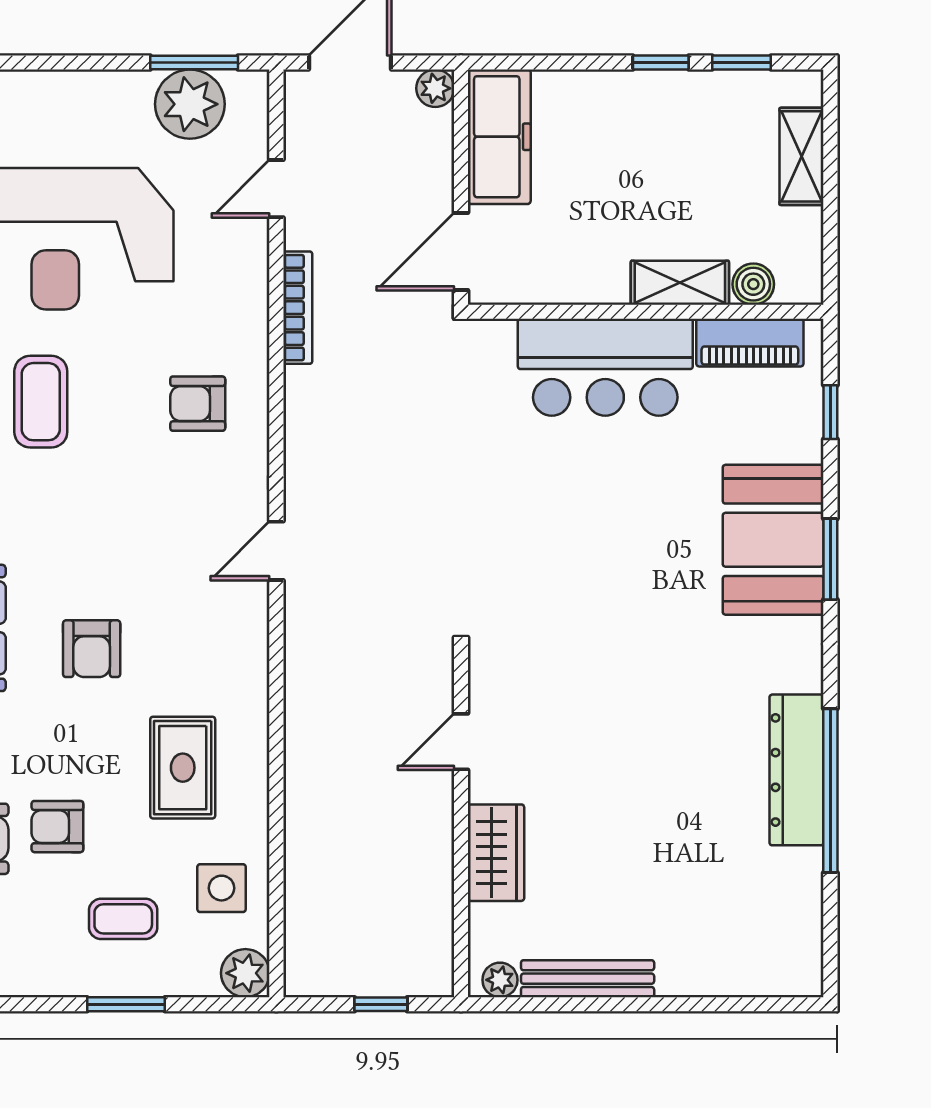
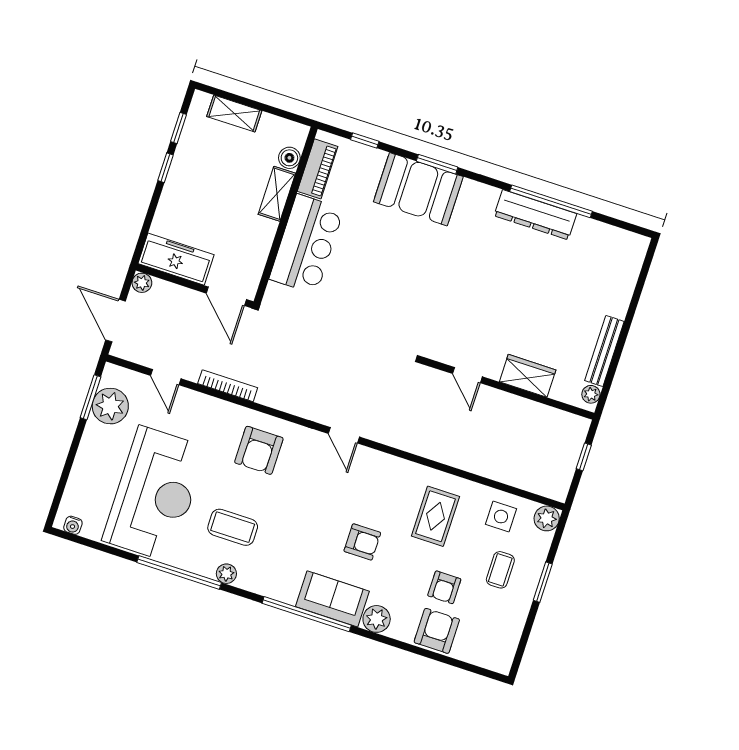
armchair: (198, 404) -> (259, 450), width x1.38, depth x1.38
rug: (183, 768) -> (435, 516), turned 90

